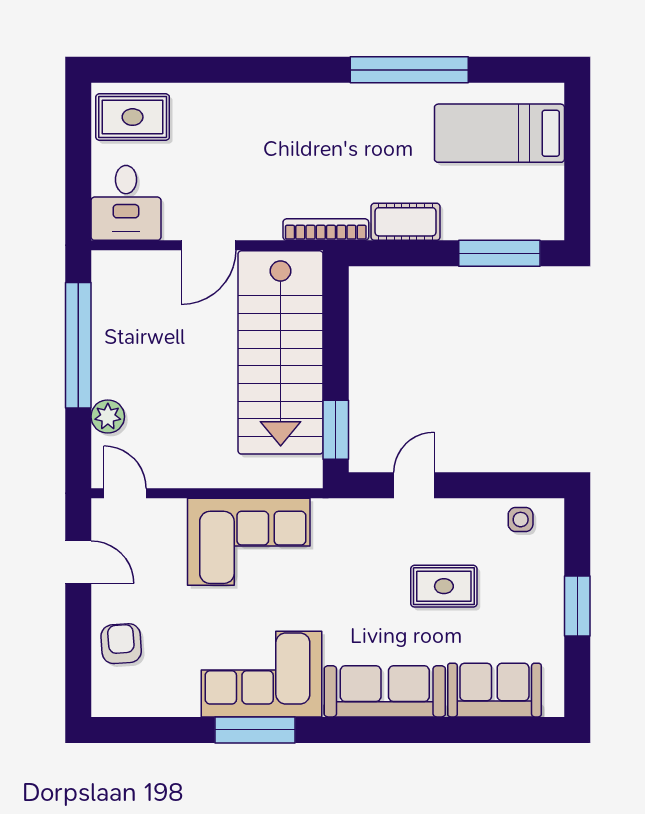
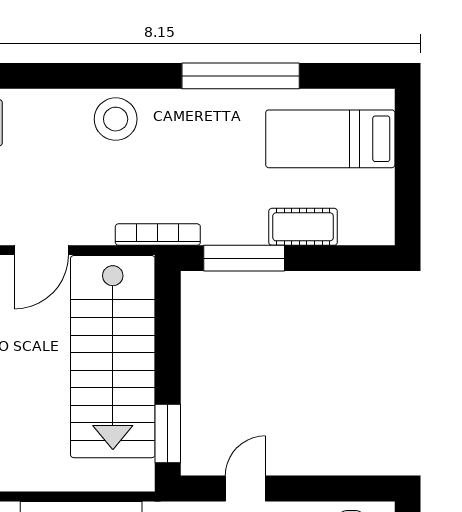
stool: (283, 113) -> (116, 119), added
cot: (406, 222) -> (303, 227), moved
window: (499, 253) -> (244, 258), moved

